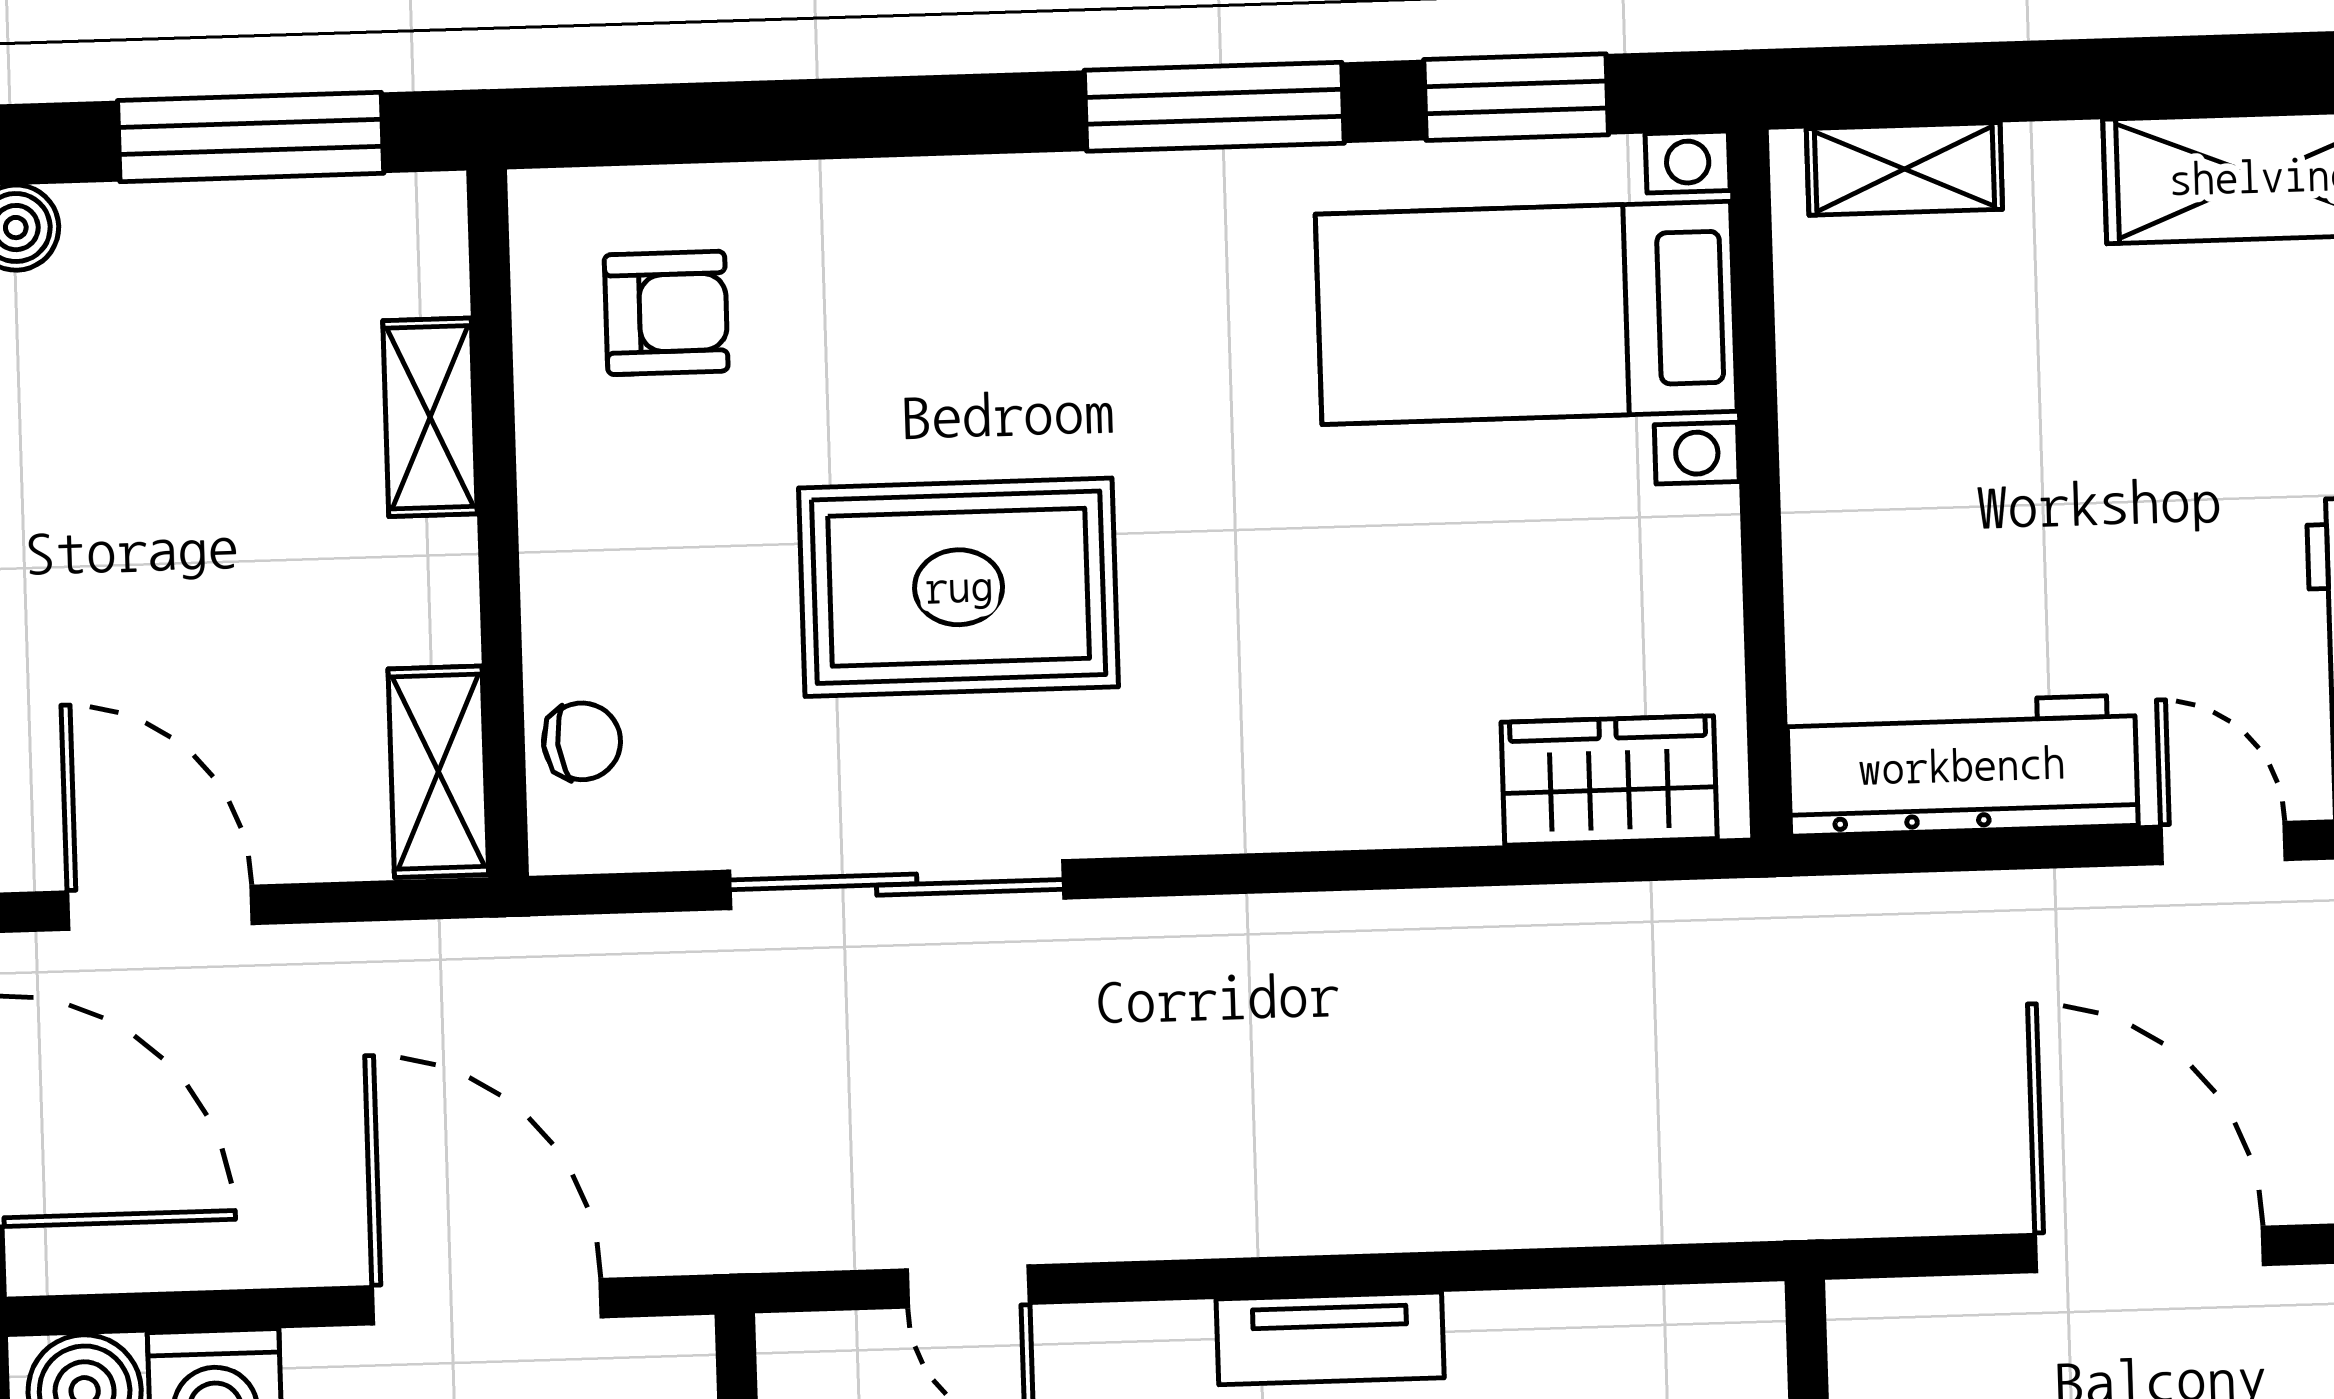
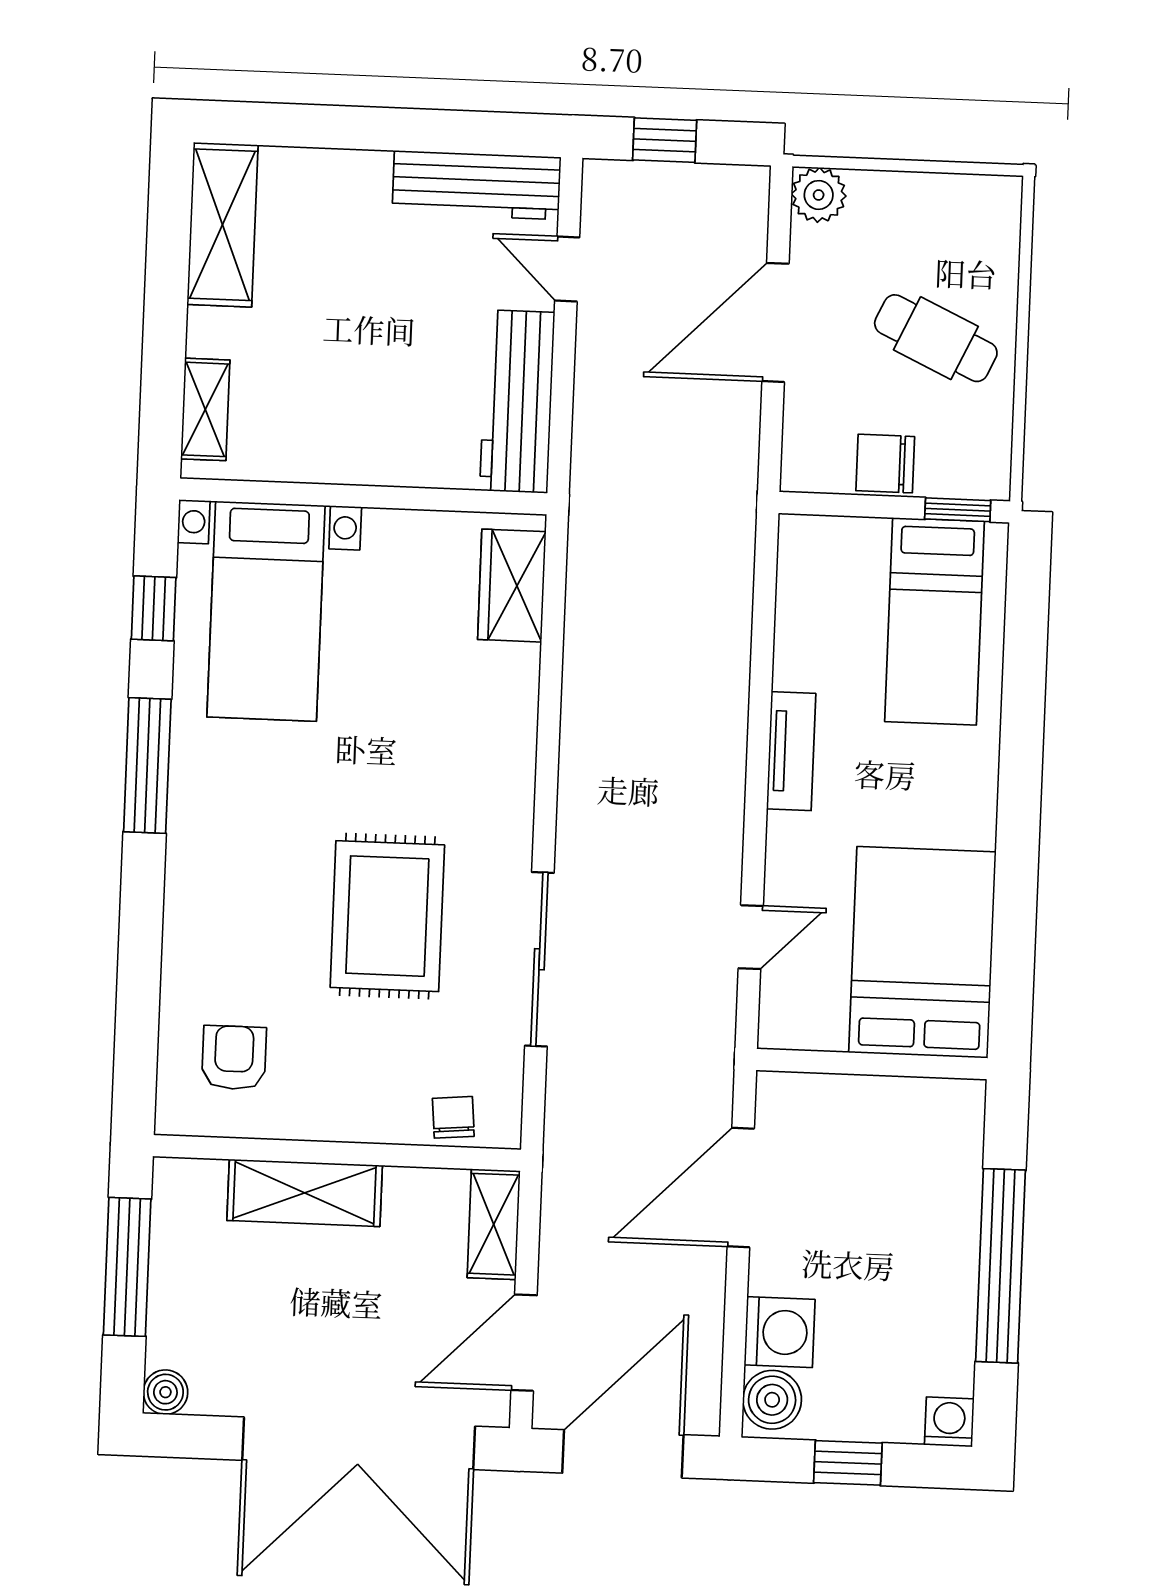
window: (1516, 97) -> (154, 608), width x0.67
shelving: (430, 417) -> (305, 1193), width x1.50, depth x1.33
shelving: (438, 772) -> (494, 1224), moved, turned 90
door: (2223, 843) -> (567, 269), hinge flipped

